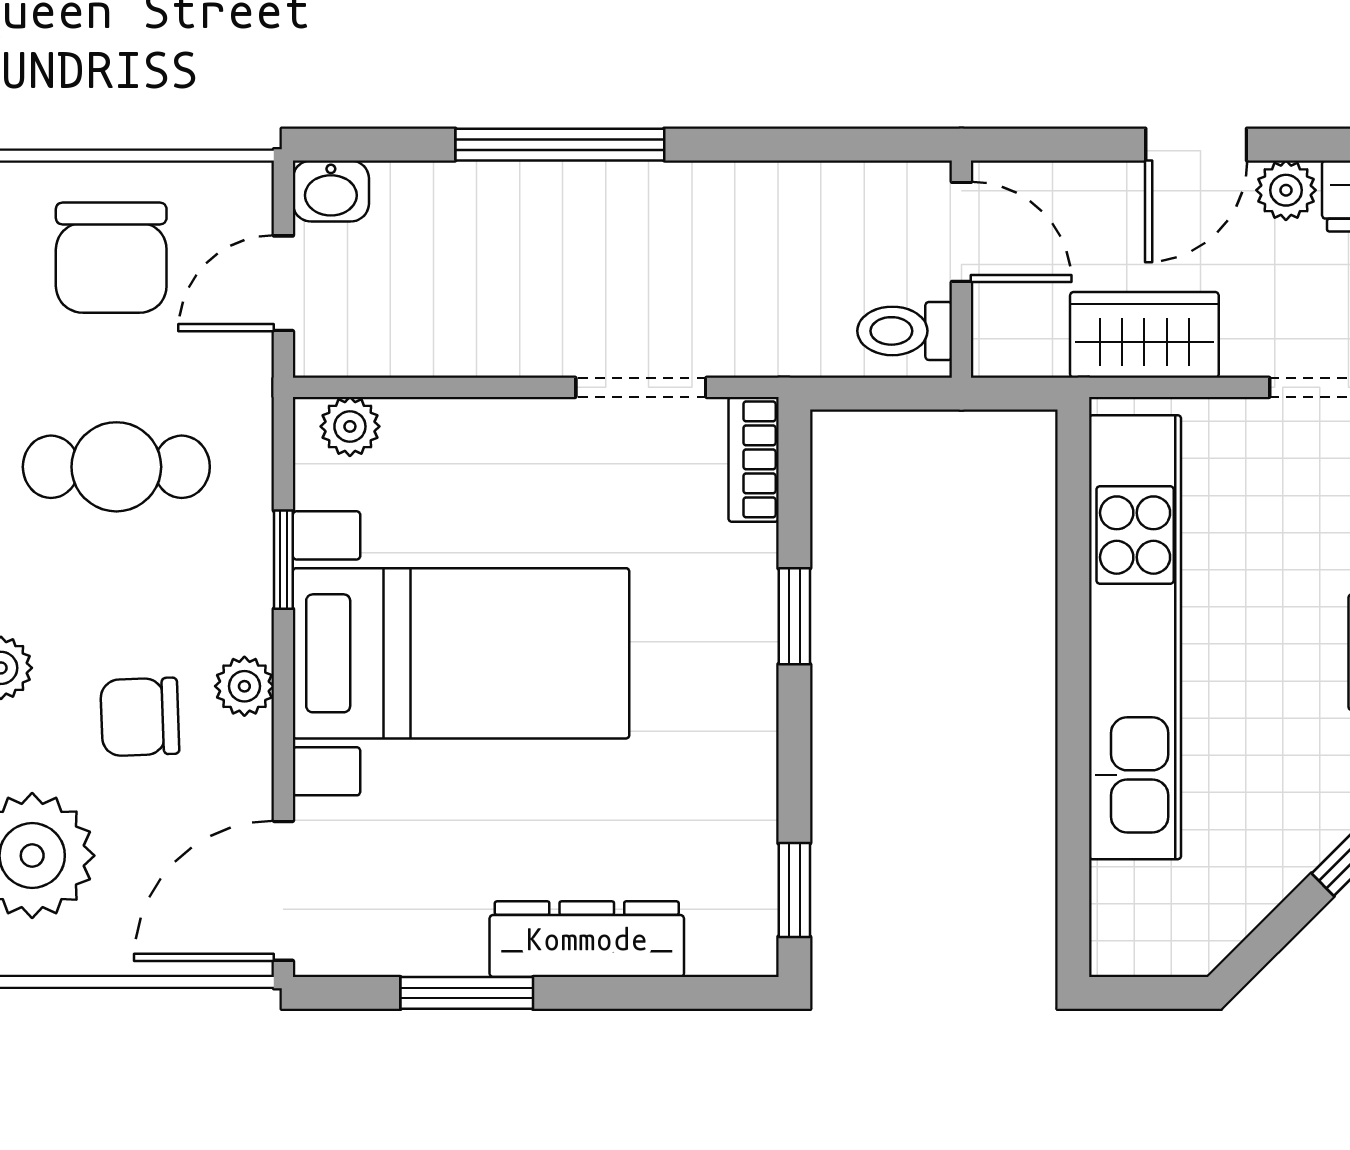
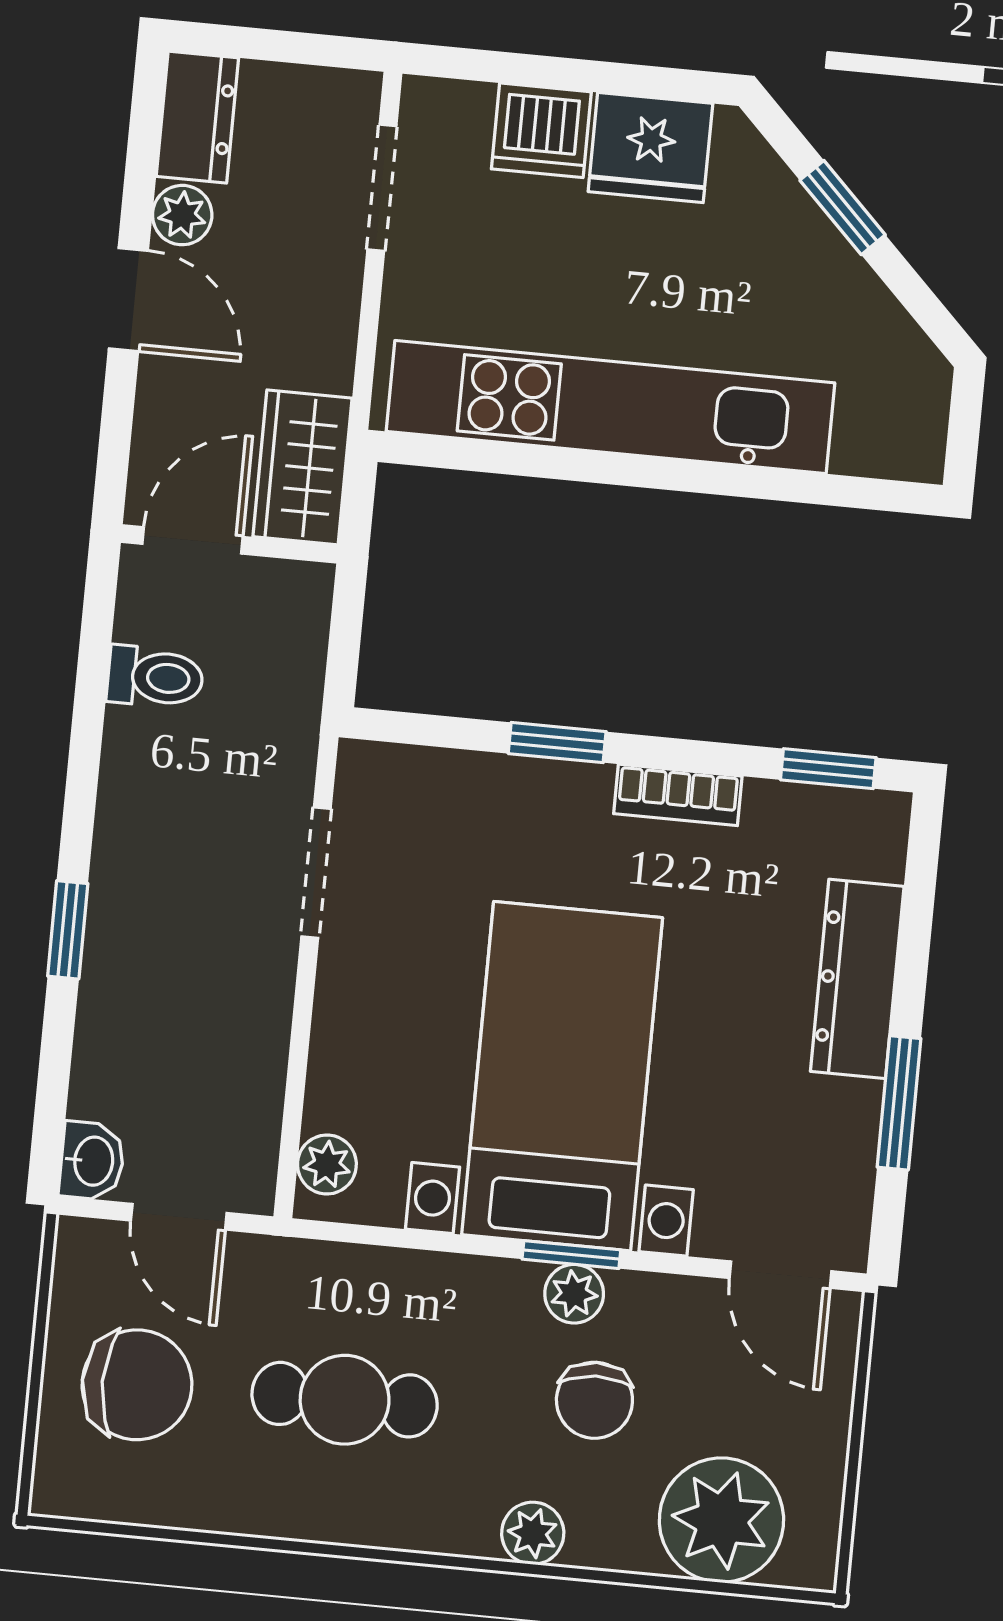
window: (560, 145) -> (68, 930), width x0.46
toilet: (905, 331) -> (155, 677), moved, turned -90
wardrobe: (1144, 335) -> (303, 467), moved
bookcase: (754, 459) -> (678, 795), moved
cafe table: (116, 467) -> (345, 1400), turned 90
window: (283, 560) -> (571, 1255), moved
door: (283, 891) -> (780, 1275), width x0.73

